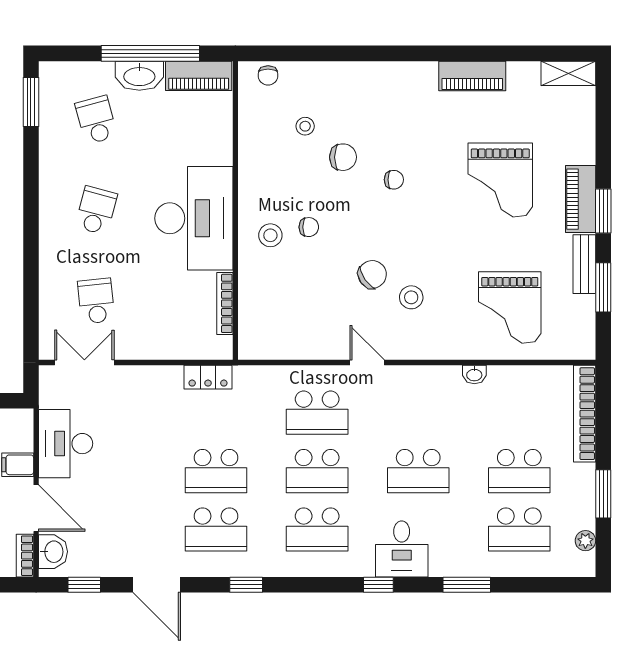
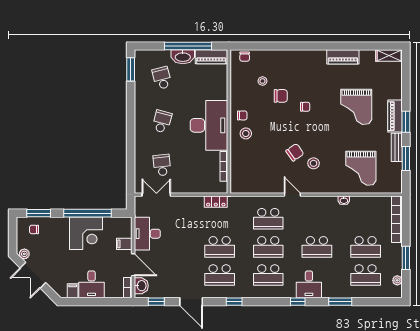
chair: (309, 227) -> (242, 115), moved

